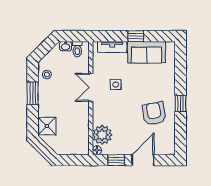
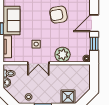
plant: (102, 135) -> (63, 55), moved
door: (143, 160) -> (94, 23), hinge flipped

